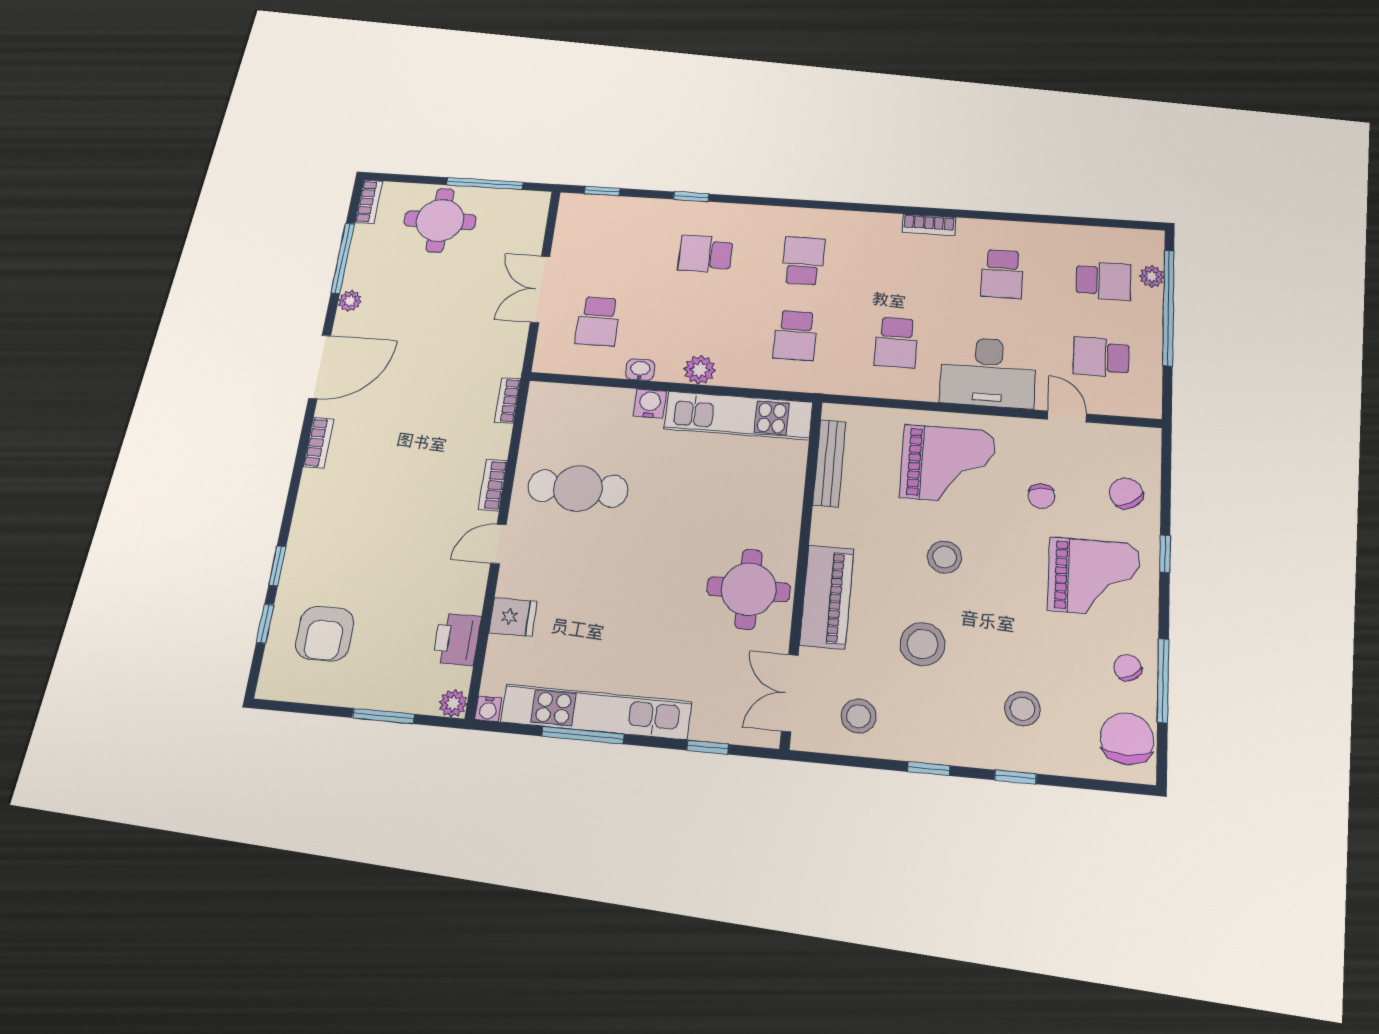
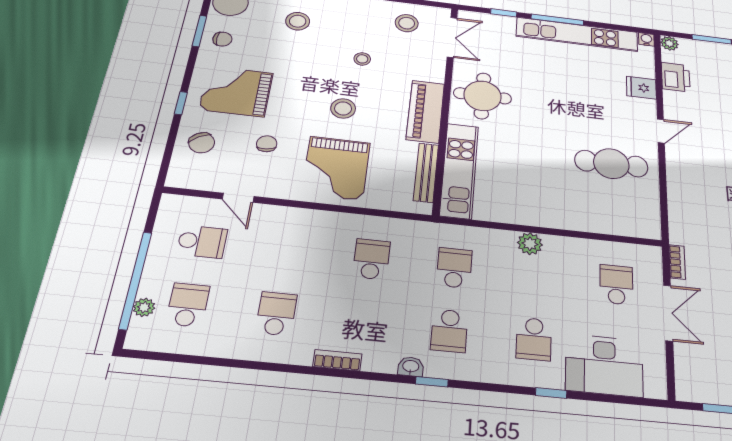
window: (602, 191) -> (432, 382), moved
school desk: (705, 254) -> (534, 339), turned 90
school desk: (1103, 281) -> (188, 305), turned 90
washbasin: (640, 370) -> (411, 367), moved, turned 180
desk: (988, 372) -> (604, 365), moved, turned 180
bookcase: (508, 400) -> (677, 262), moved
water cooler: (650, 404) -> (566, 220), removed
kitchen unit: (738, 415) -> (459, 170), moved, turned 90
grand piano: (947, 464) -> (336, 168), turned -90
bookcase: (493, 485) -> (673, 168), removed
piano: (827, 597) -> (425, 111), moved
stool: (922, 644) -> (362, 59), width x0.53, depth x0.53
chair: (1128, 668) -> (222, 39), turned -60
window: (1163, 680) -> (199, 31), width x0.69
window: (583, 735) -> (557, 20), moved

